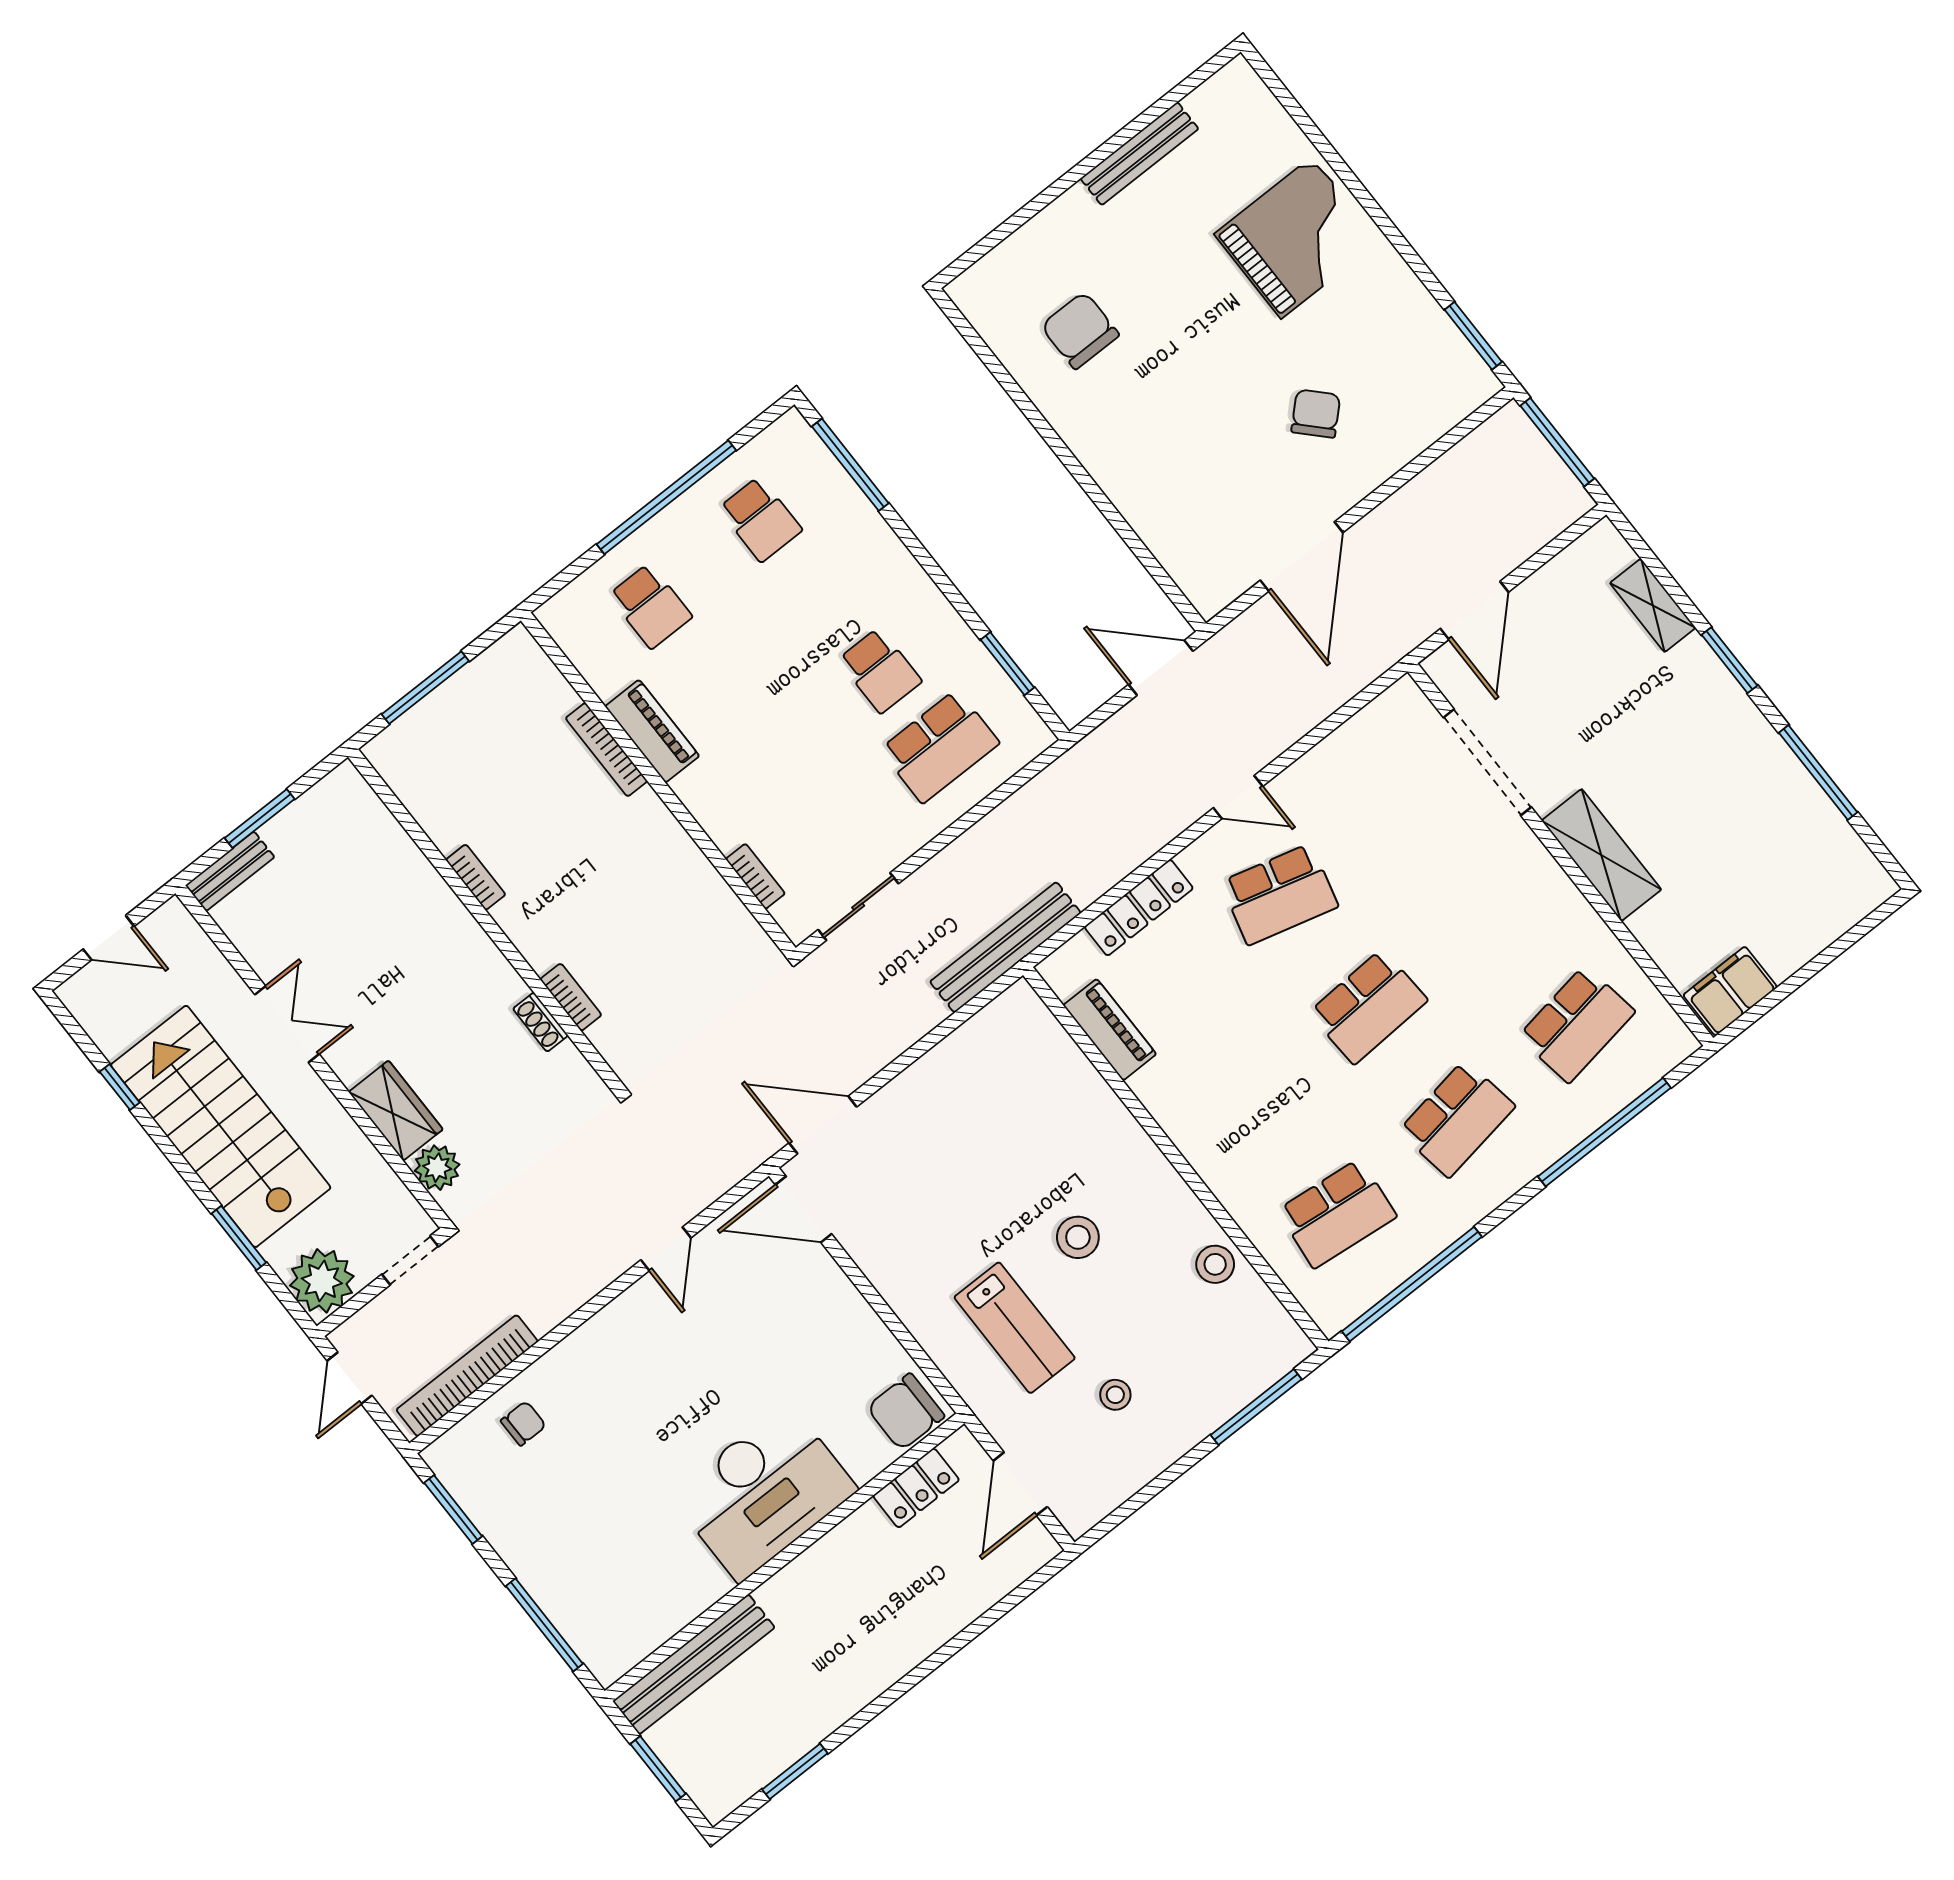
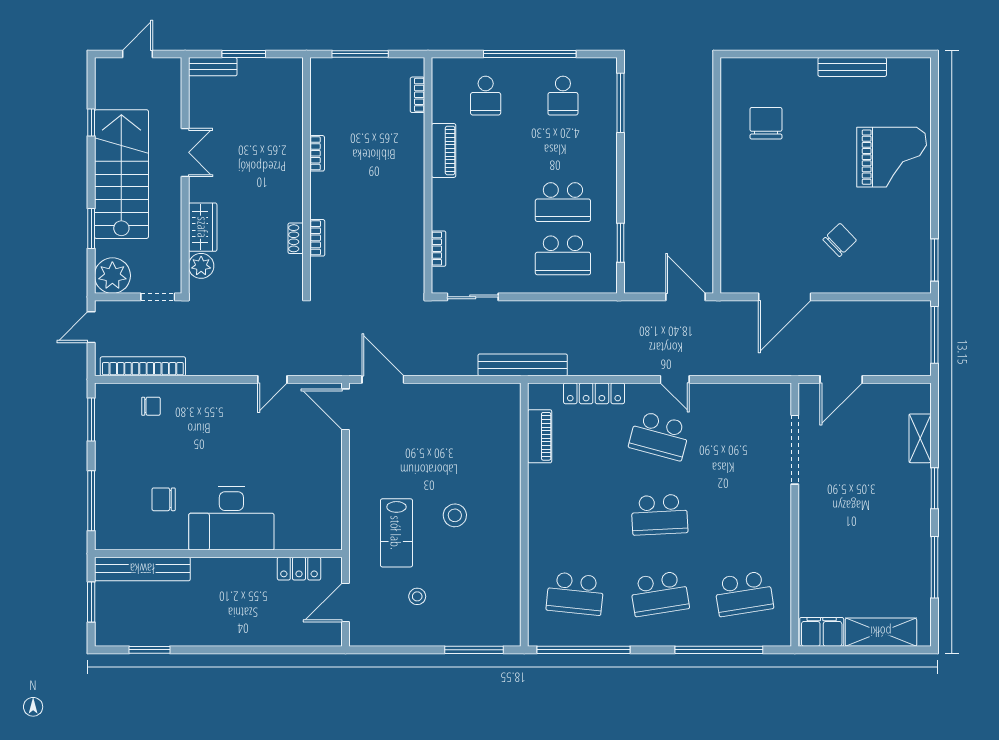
school desk: (880, 671) -> (563, 202), width x1.85
bookcase: (606, 750) -> (417, 95), moved, width x0.64
shelving: (1601, 855) -> (881, 632), moved, turned 90
door: (109, 938) -> (137, 54), swing flipped
stool: (1215, 1264) -> (505, 574), removed
chair: (906, 1412) -> (164, 499), moved, width x0.73, depth x0.73

